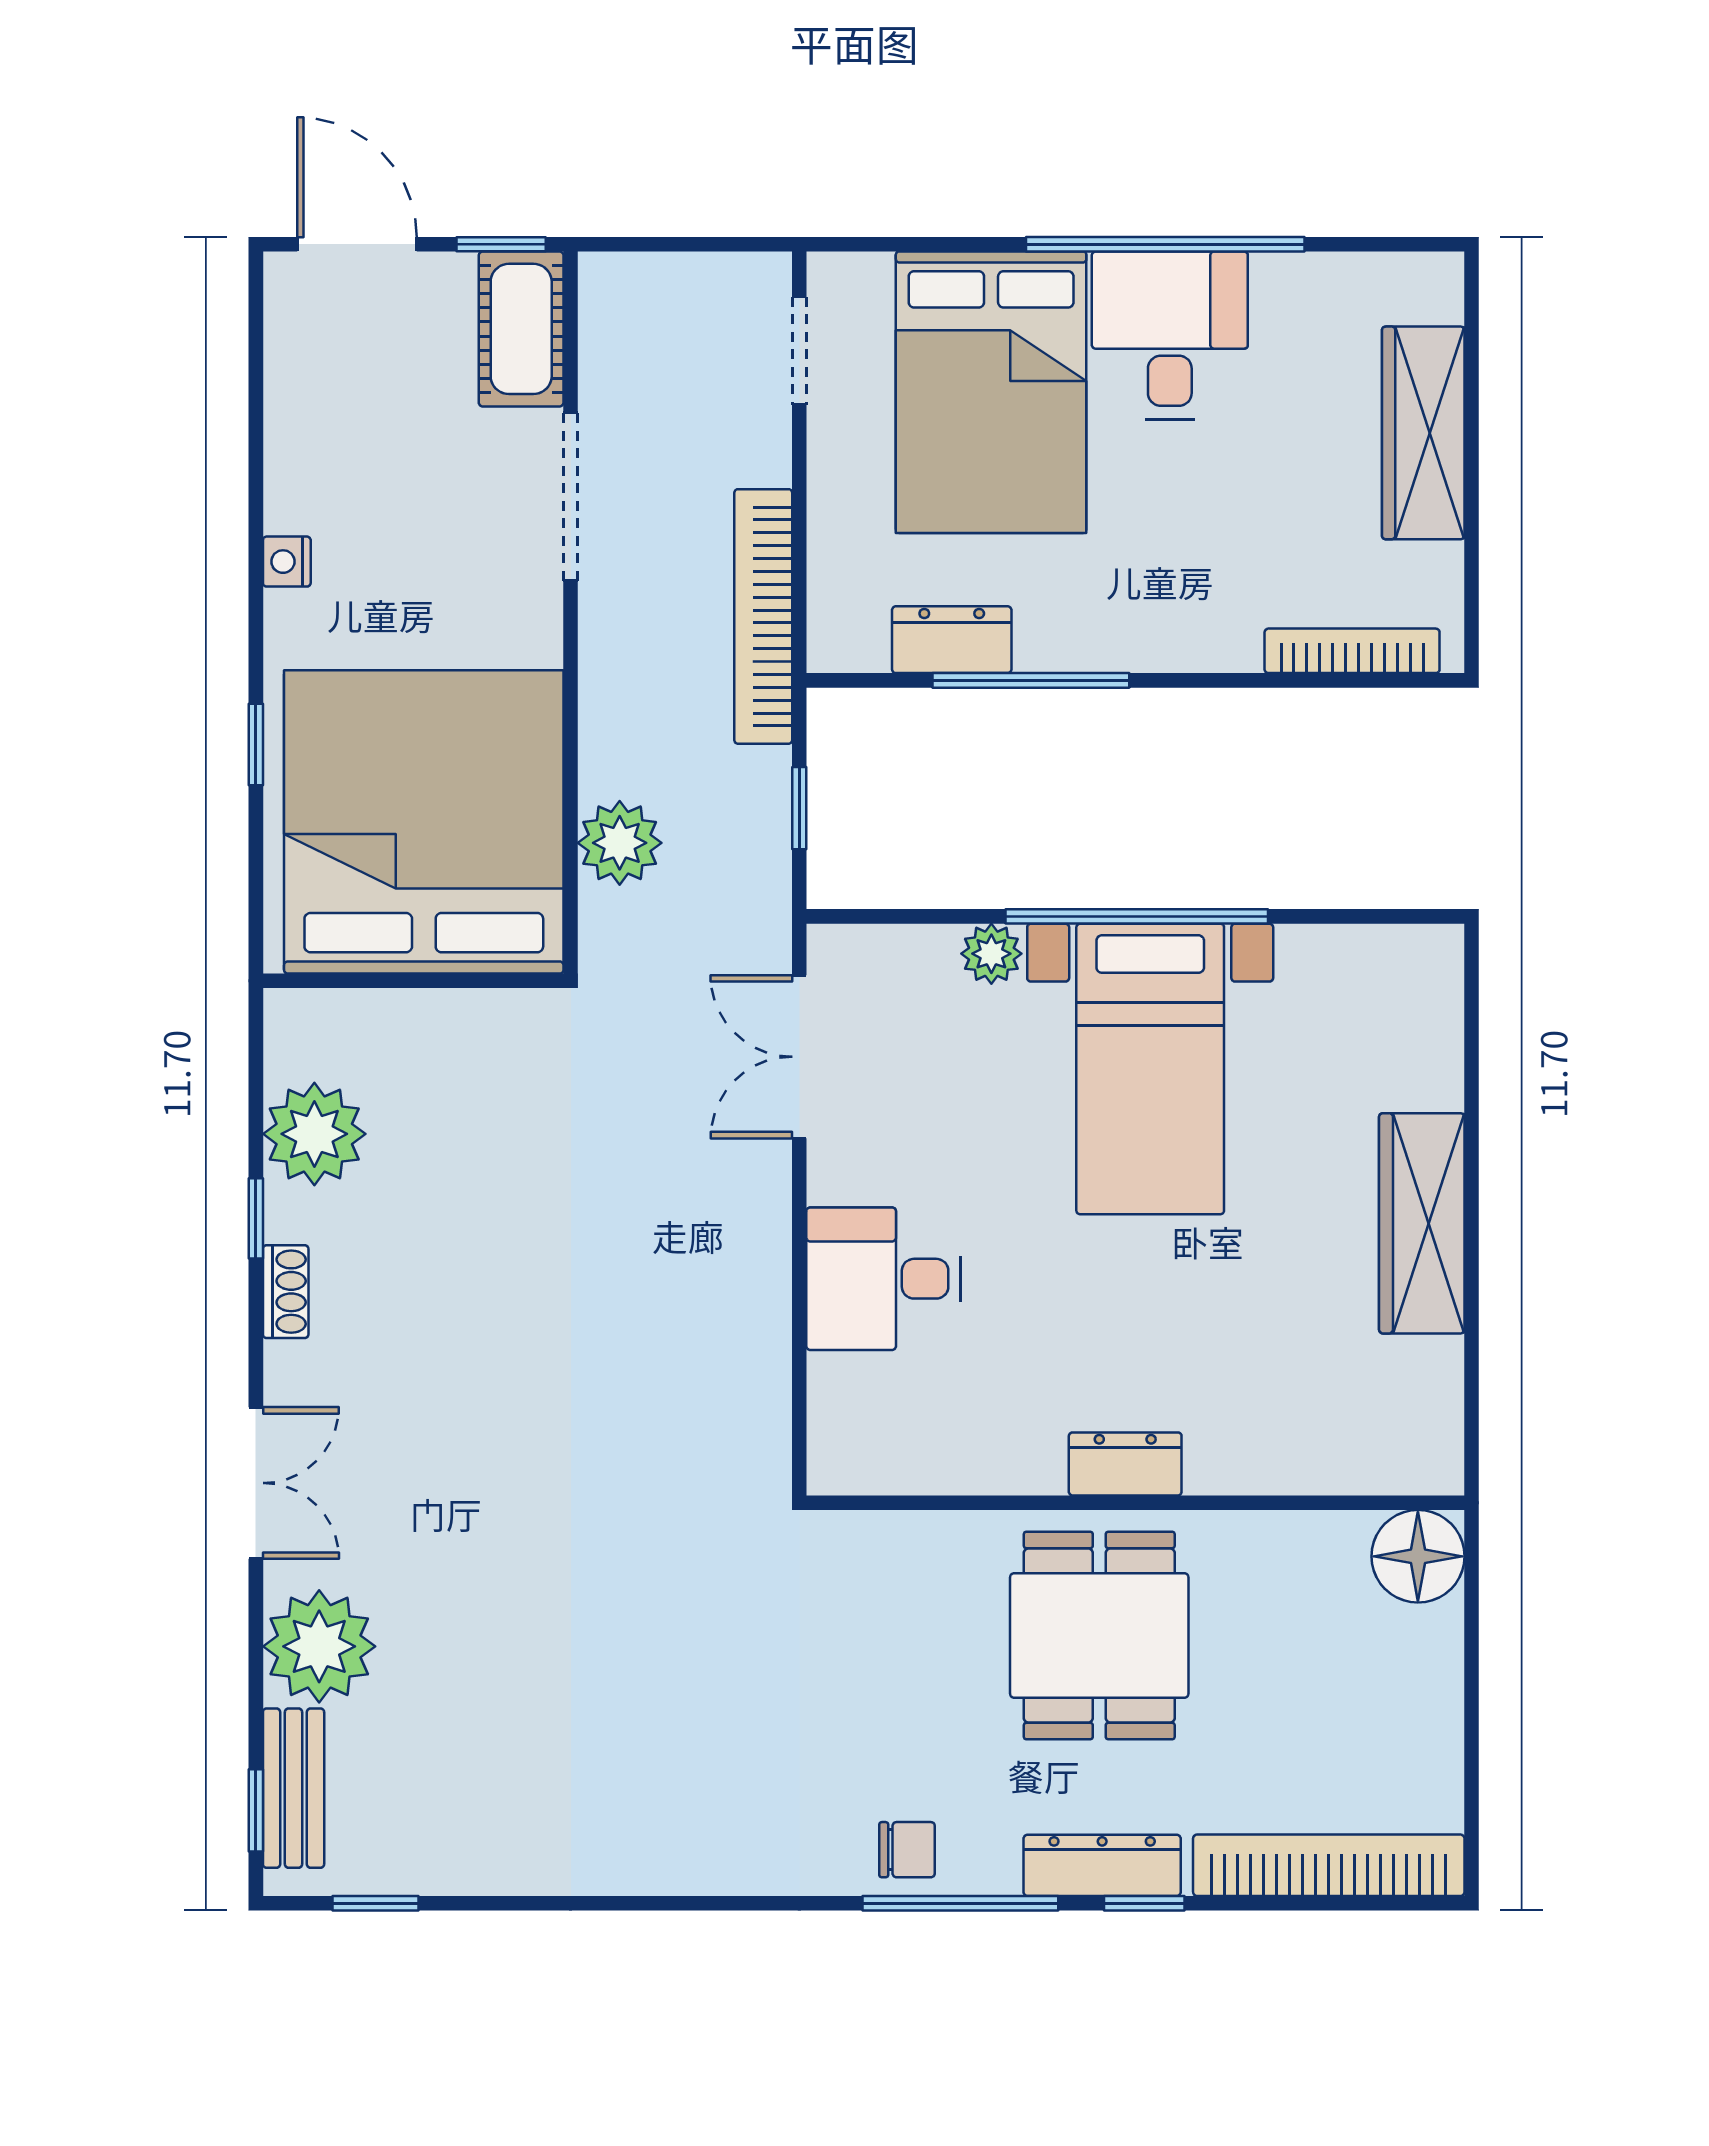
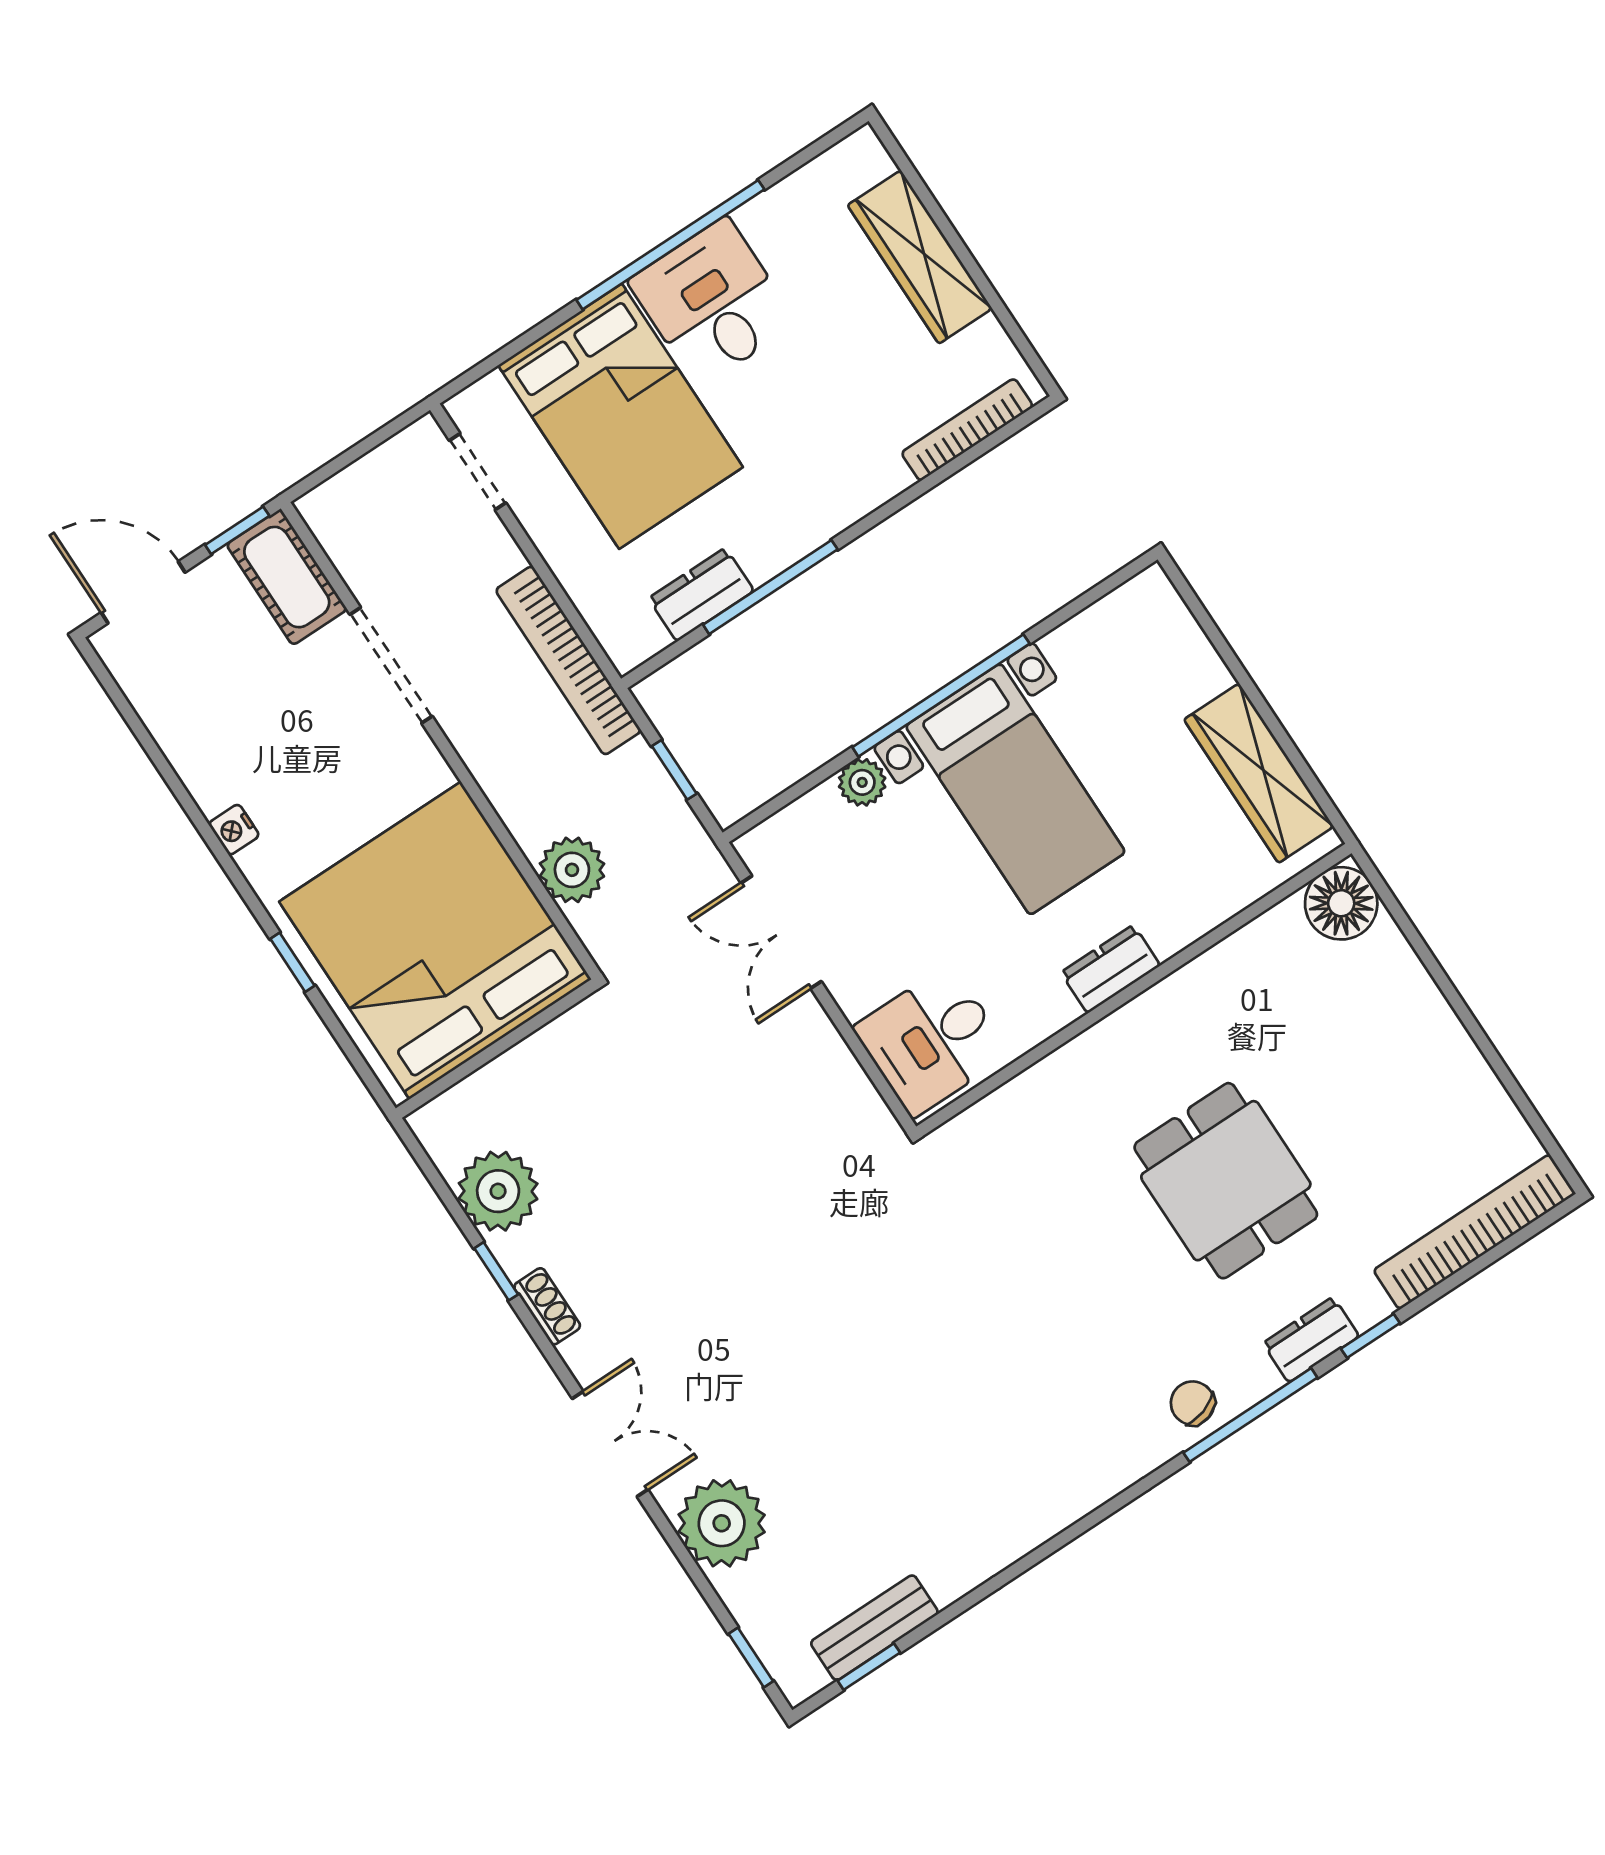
dresser: (1125, 1464) -> (1110, 969), moved
wall: (1135, 1503) -> (1134, 990), moved
floor lamp: (1418, 1556) -> (1341, 903), moved
bench: (294, 1788) -> (874, 1628), moved, turned 90
chair: (907, 1850) -> (1193, 1403), turned -108
dresser: (1102, 1865) -> (1311, 1340), width x0.70

